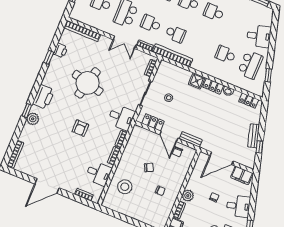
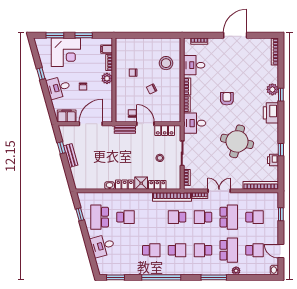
school desk: (151, 24) -> (203, 217), turned 180
locker: (249, 101) -> (157, 185), moved

